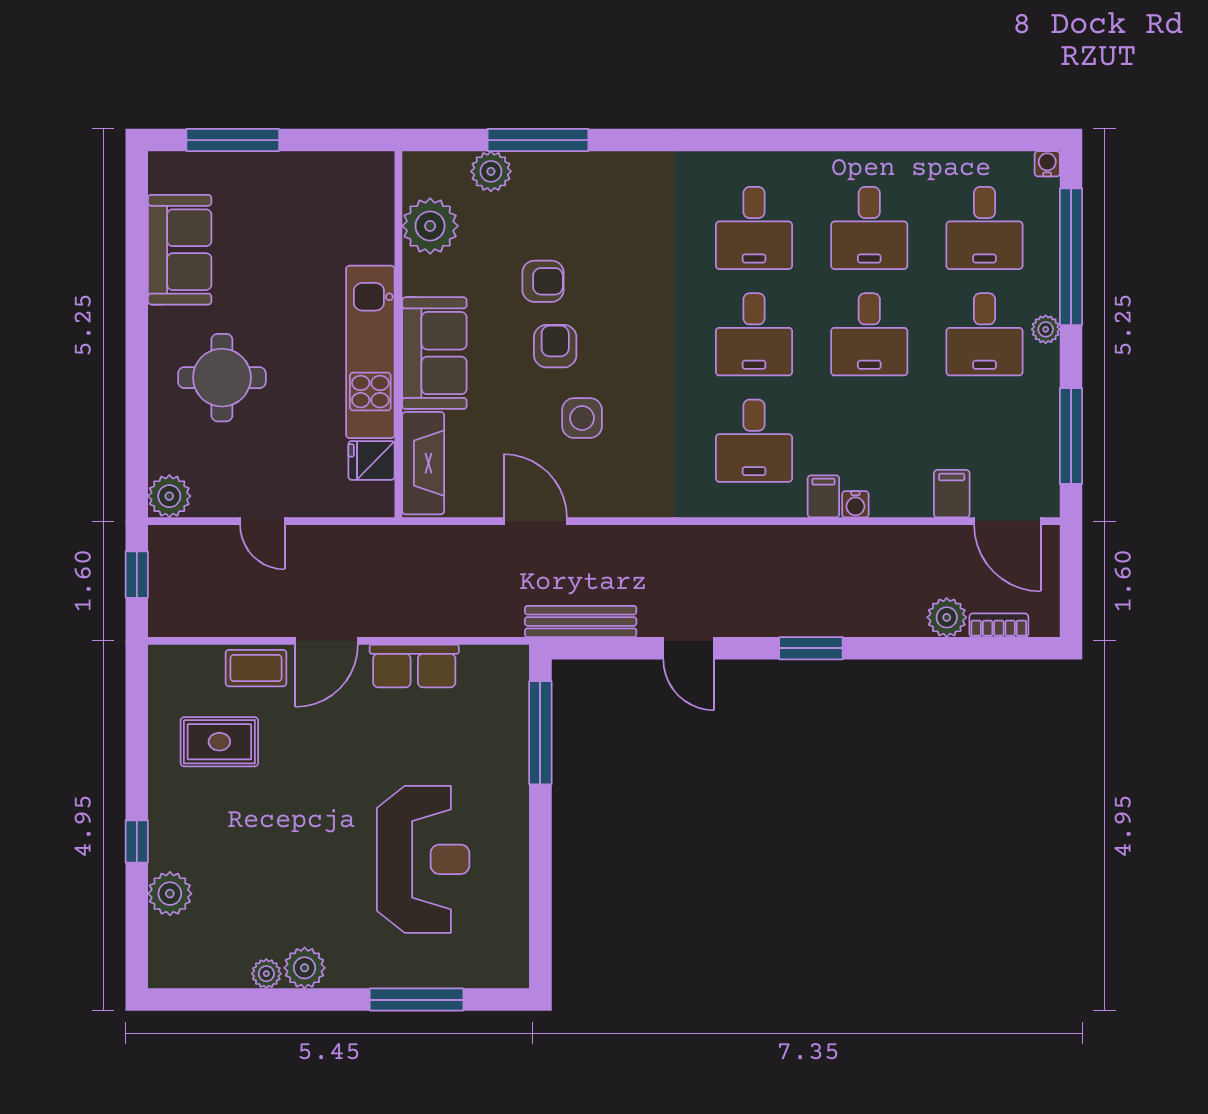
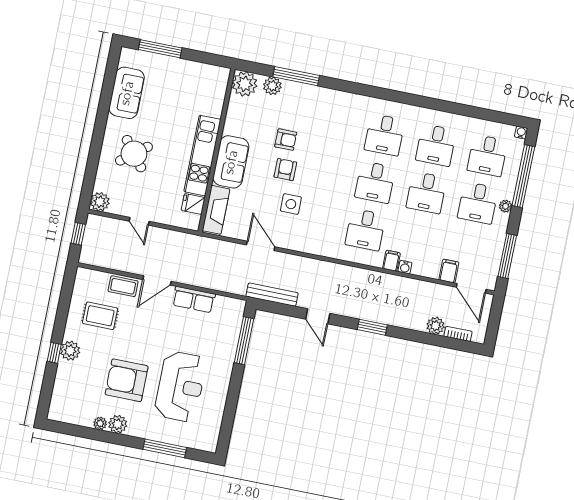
plant: (430, 226) -> (245, 84), moved
round table: (222, 378) -> (134, 154), turned -38
armchair: (305, 869) -> (127, 380), added
plant: (170, 894) -> (70, 351), moved

